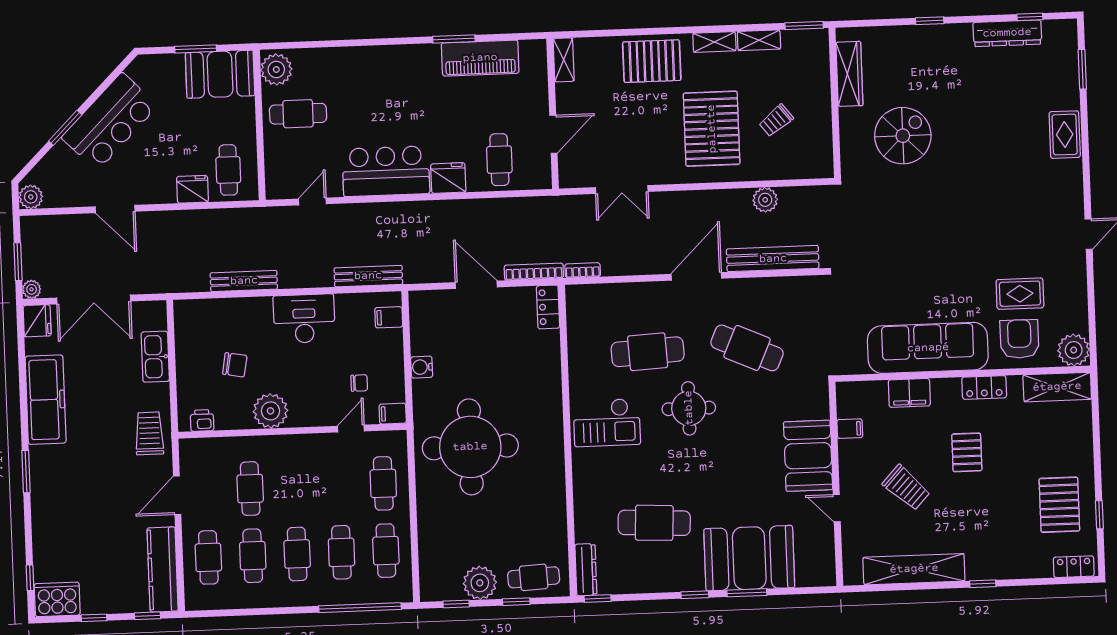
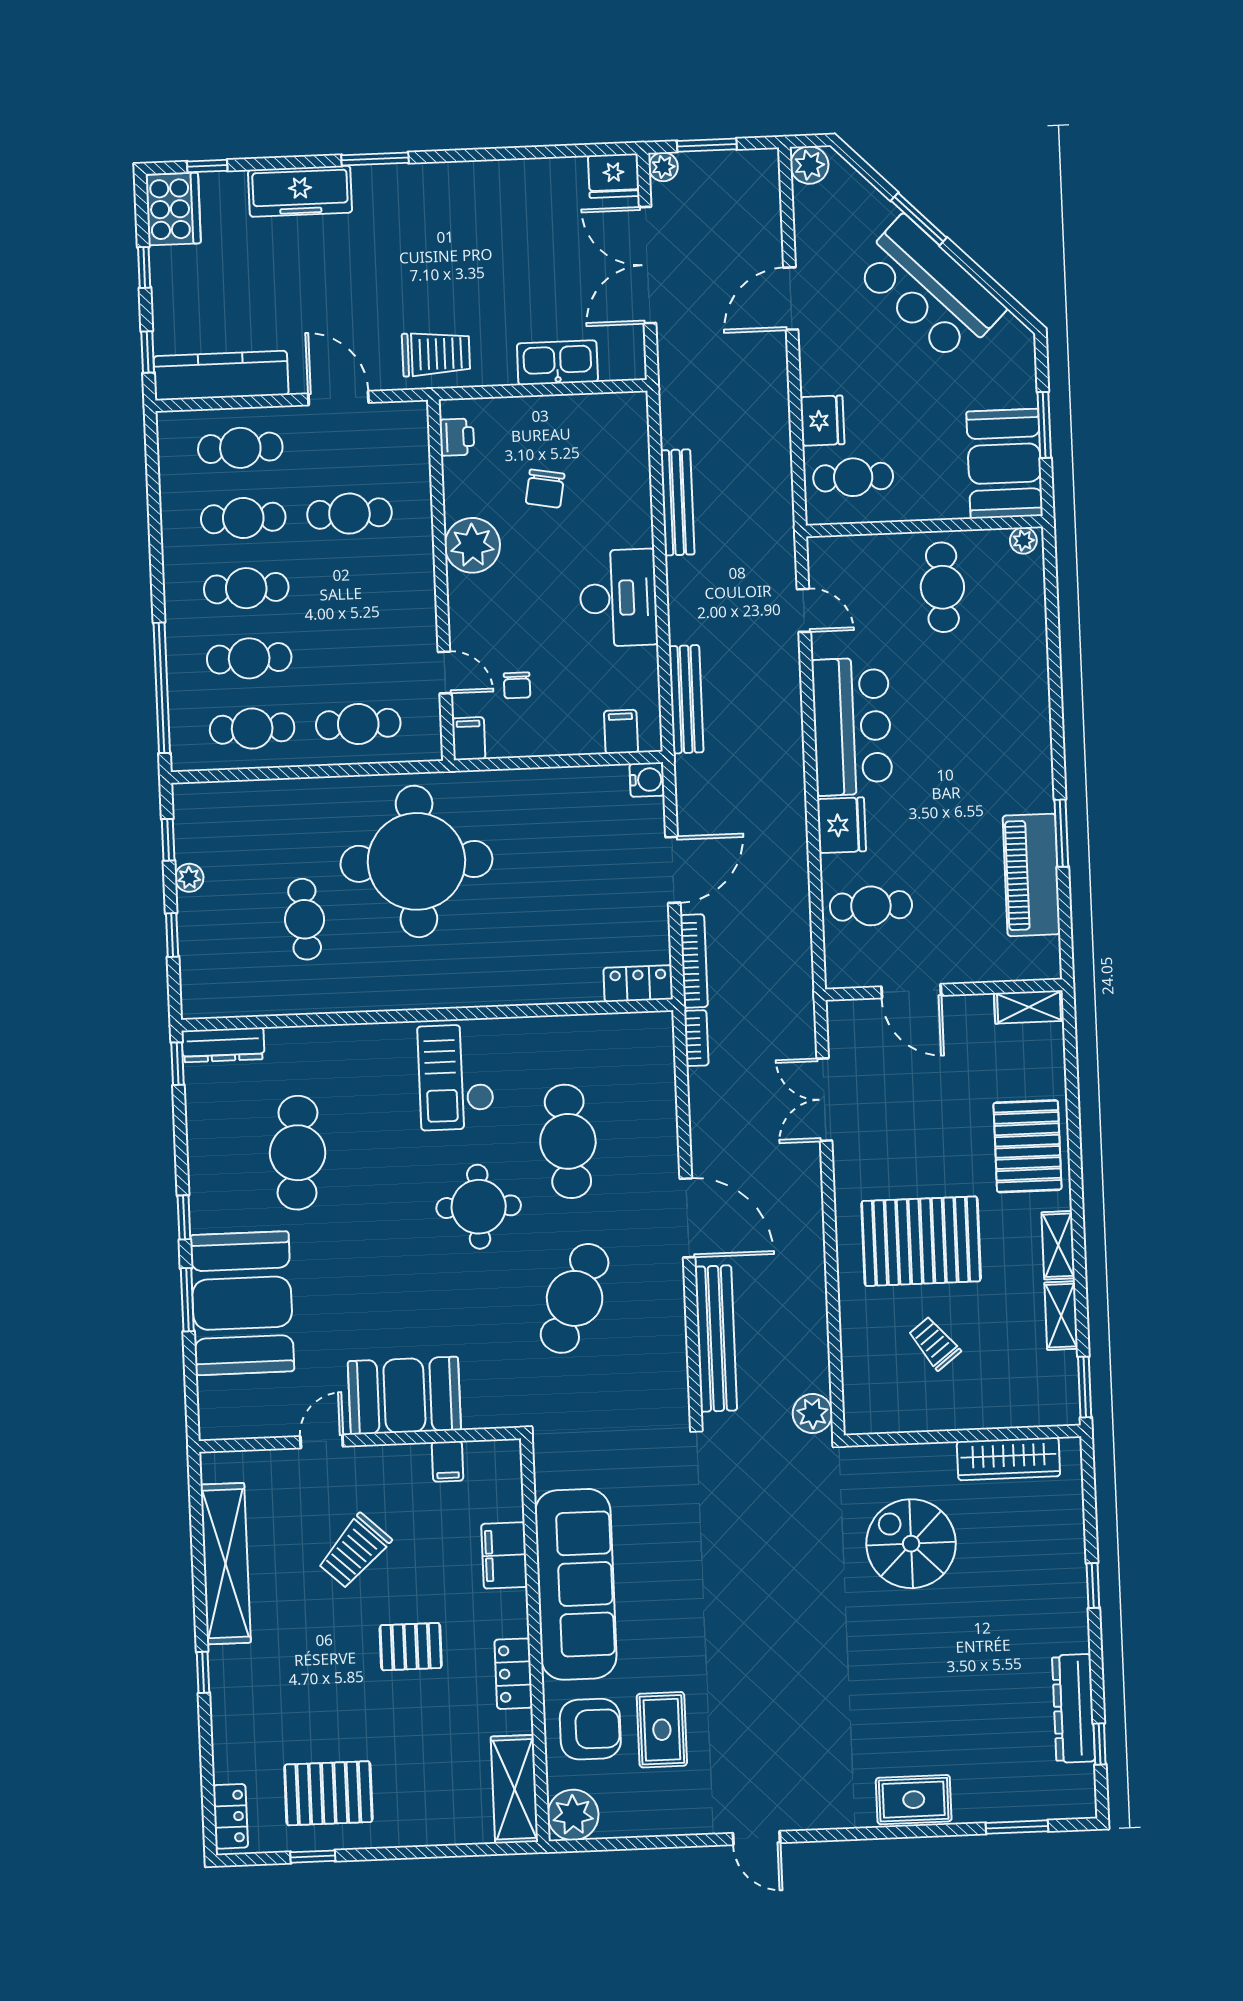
plant: (276, 69) -> (1023, 541), width x0.53, depth x0.53
spiral stairs: (903, 136) -> (911, 1544), turned 180
plant: (765, 200) -> (812, 1413), moved
water cooler: (422, 367) -> (647, 780), moved, turned 90
freezer: (46, 400) -> (300, 191), moved, width x0.73, depth x0.79
cafe table: (534, 577) -> (305, 919), moved
plant: (480, 583) -> (189, 878), width x0.53, depth x0.53

